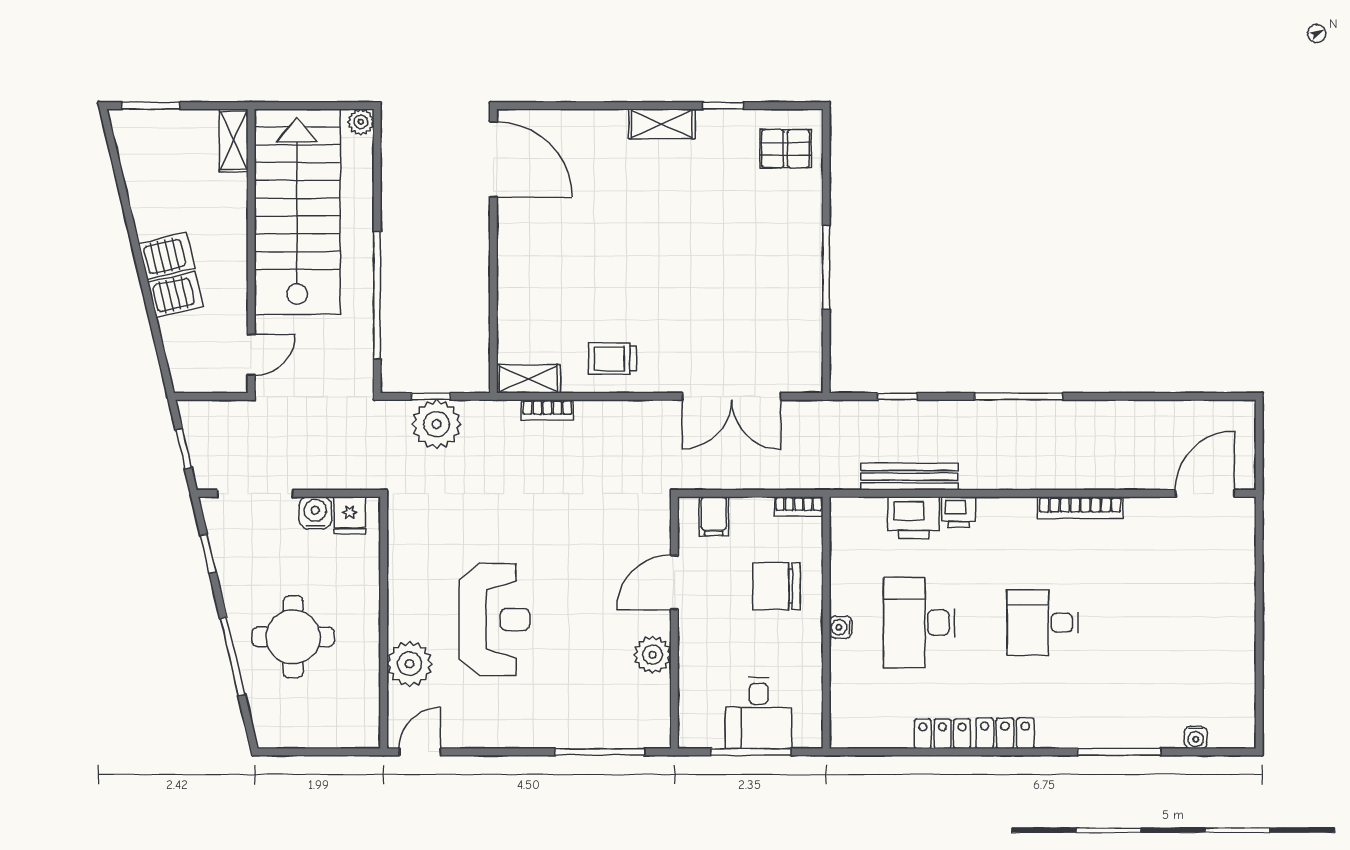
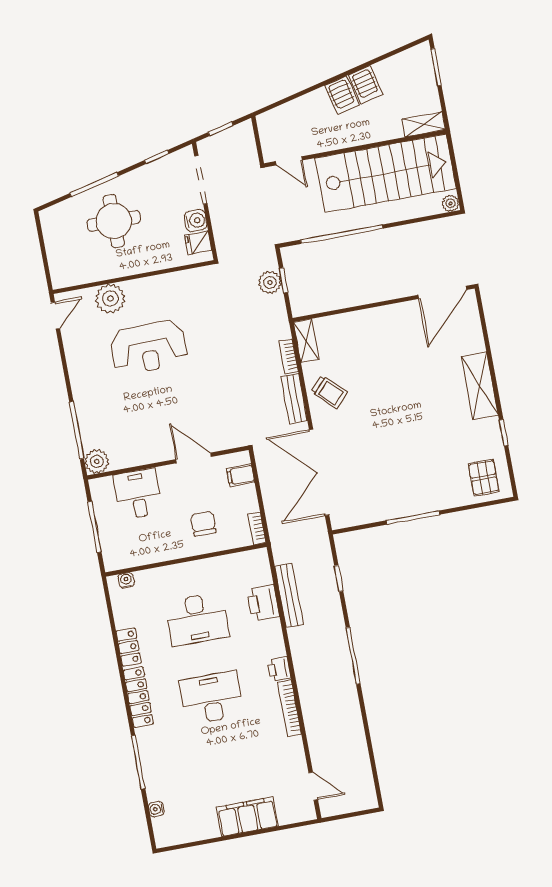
shelving: (662, 124) -> (480, 386), width x1.50, depth x1.33
server rack: (175, 294) -> (365, 85), moved
trolley: (612, 359) -> (329, 392), turned 134
double door: (731, 396) -> (319, 472), width x1.36
bench: (613, 414) -> (294, 399), added
plant: (437, 424) -> (270, 282), width x0.73, depth x0.73
door: (1205, 493) -> (313, 786), width x0.73
printer: (959, 512) -> (279, 669), moved
chair: (776, 586) -> (203, 524), width x0.73, depth x0.73
filing cabinet: (1233, 602) -> (247, 817), added
desk: (919, 623) -> (197, 619), turned 180
desk: (1043, 623) -> (212, 698), width x1.37
water cooler: (841, 627) -> (126, 580), moved
plant: (652, 655) -> (97, 461), moved
desk: (759, 713) -> (138, 494), moved, turned 90
locker: (1005, 733) -> (138, 697), width x1.53
door: (420, 752) -> (55, 316), hinge flipped

